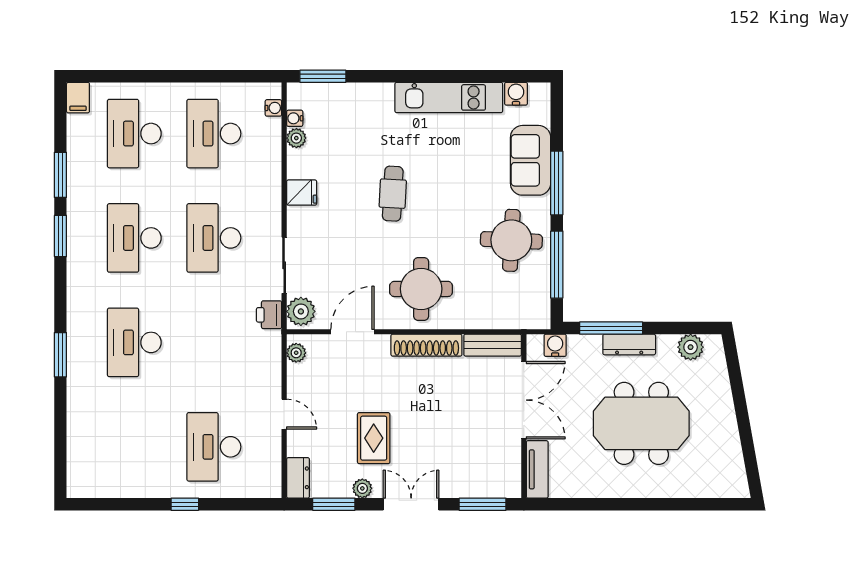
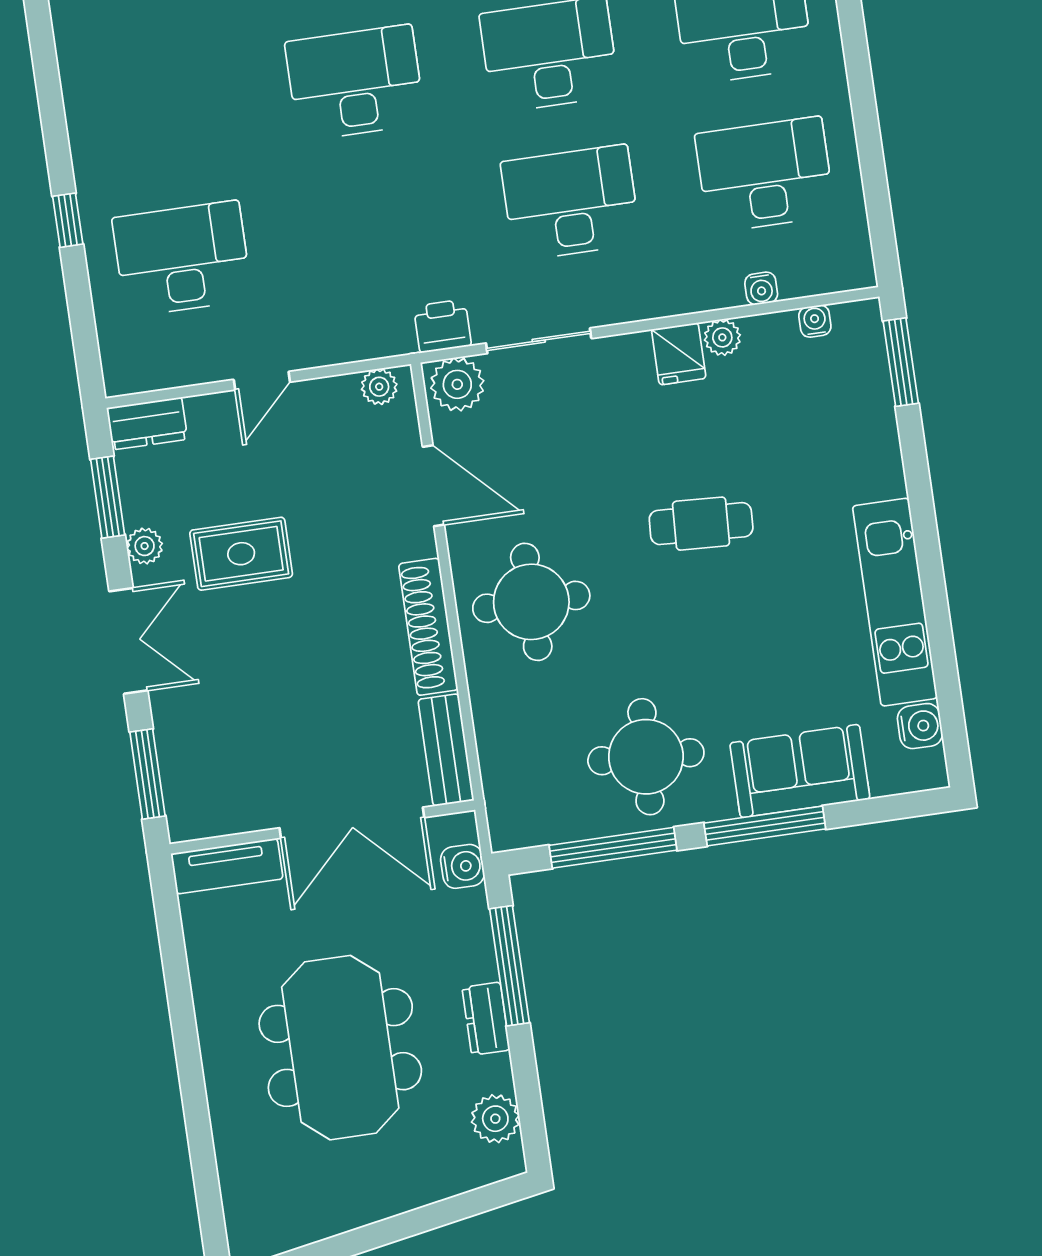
water cooler: (273, 108) -> (761, 288), moved
plant: (296, 138) -> (722, 337), moved
dresser: (629, 345) -> (486, 1019), width x0.70

